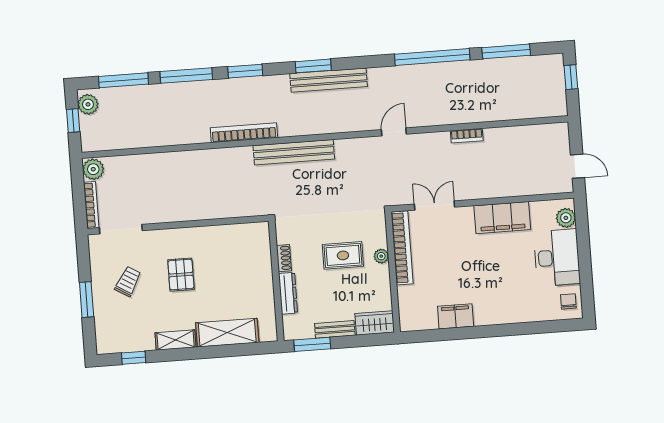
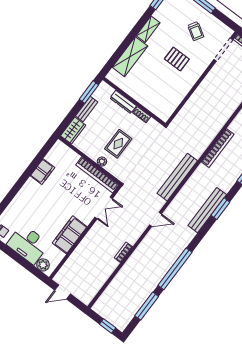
door: (394, 132) -> (155, 219), hinge flipped
bench: (294, 152) -> (177, 177), moved

